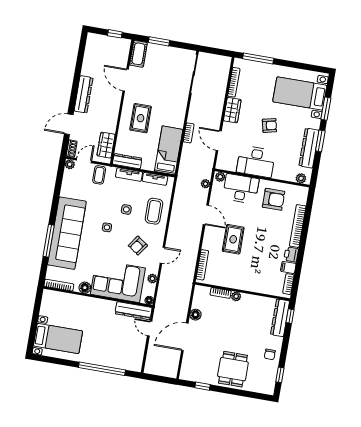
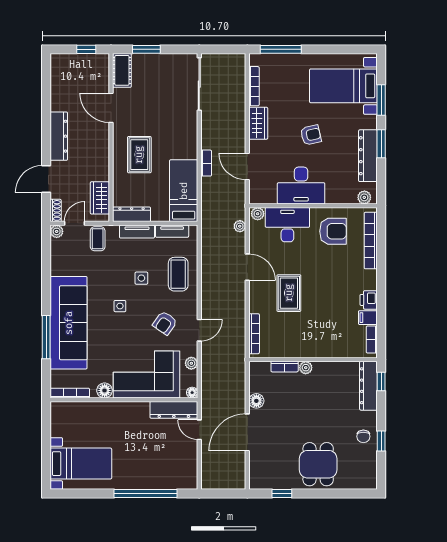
bookcase: (298, 226) -> (371, 241), moved
window: (280, 375) -> (381, 441), moved

